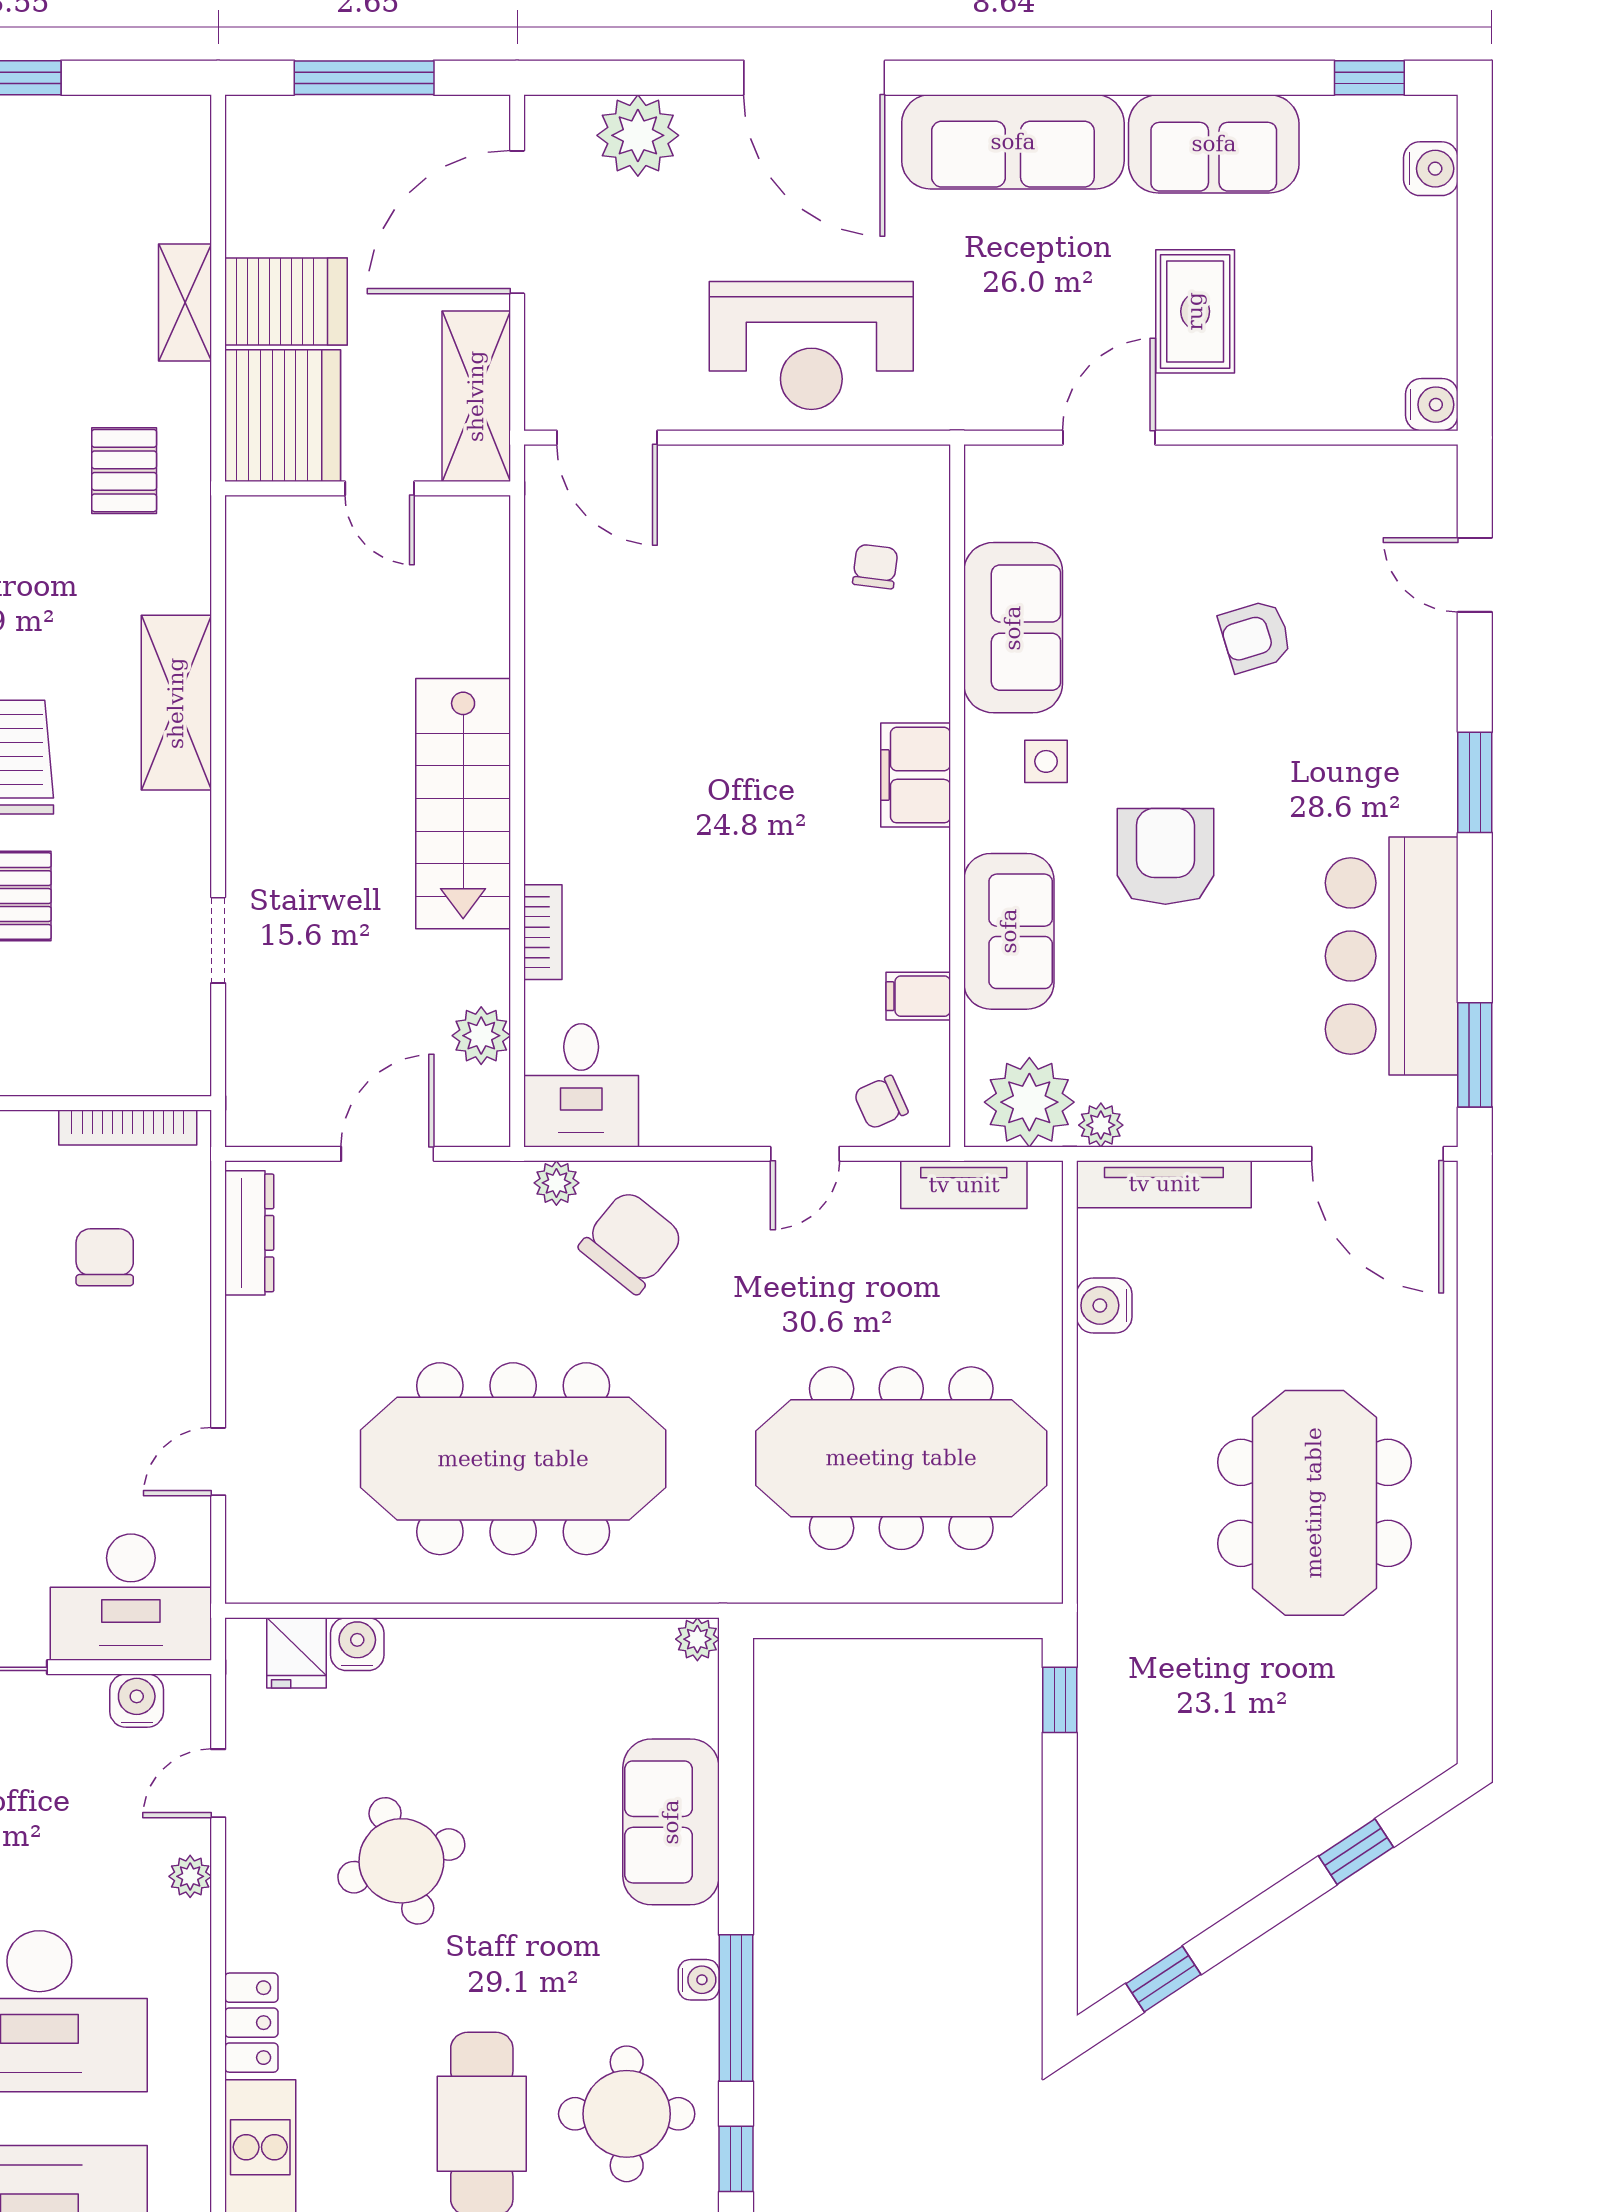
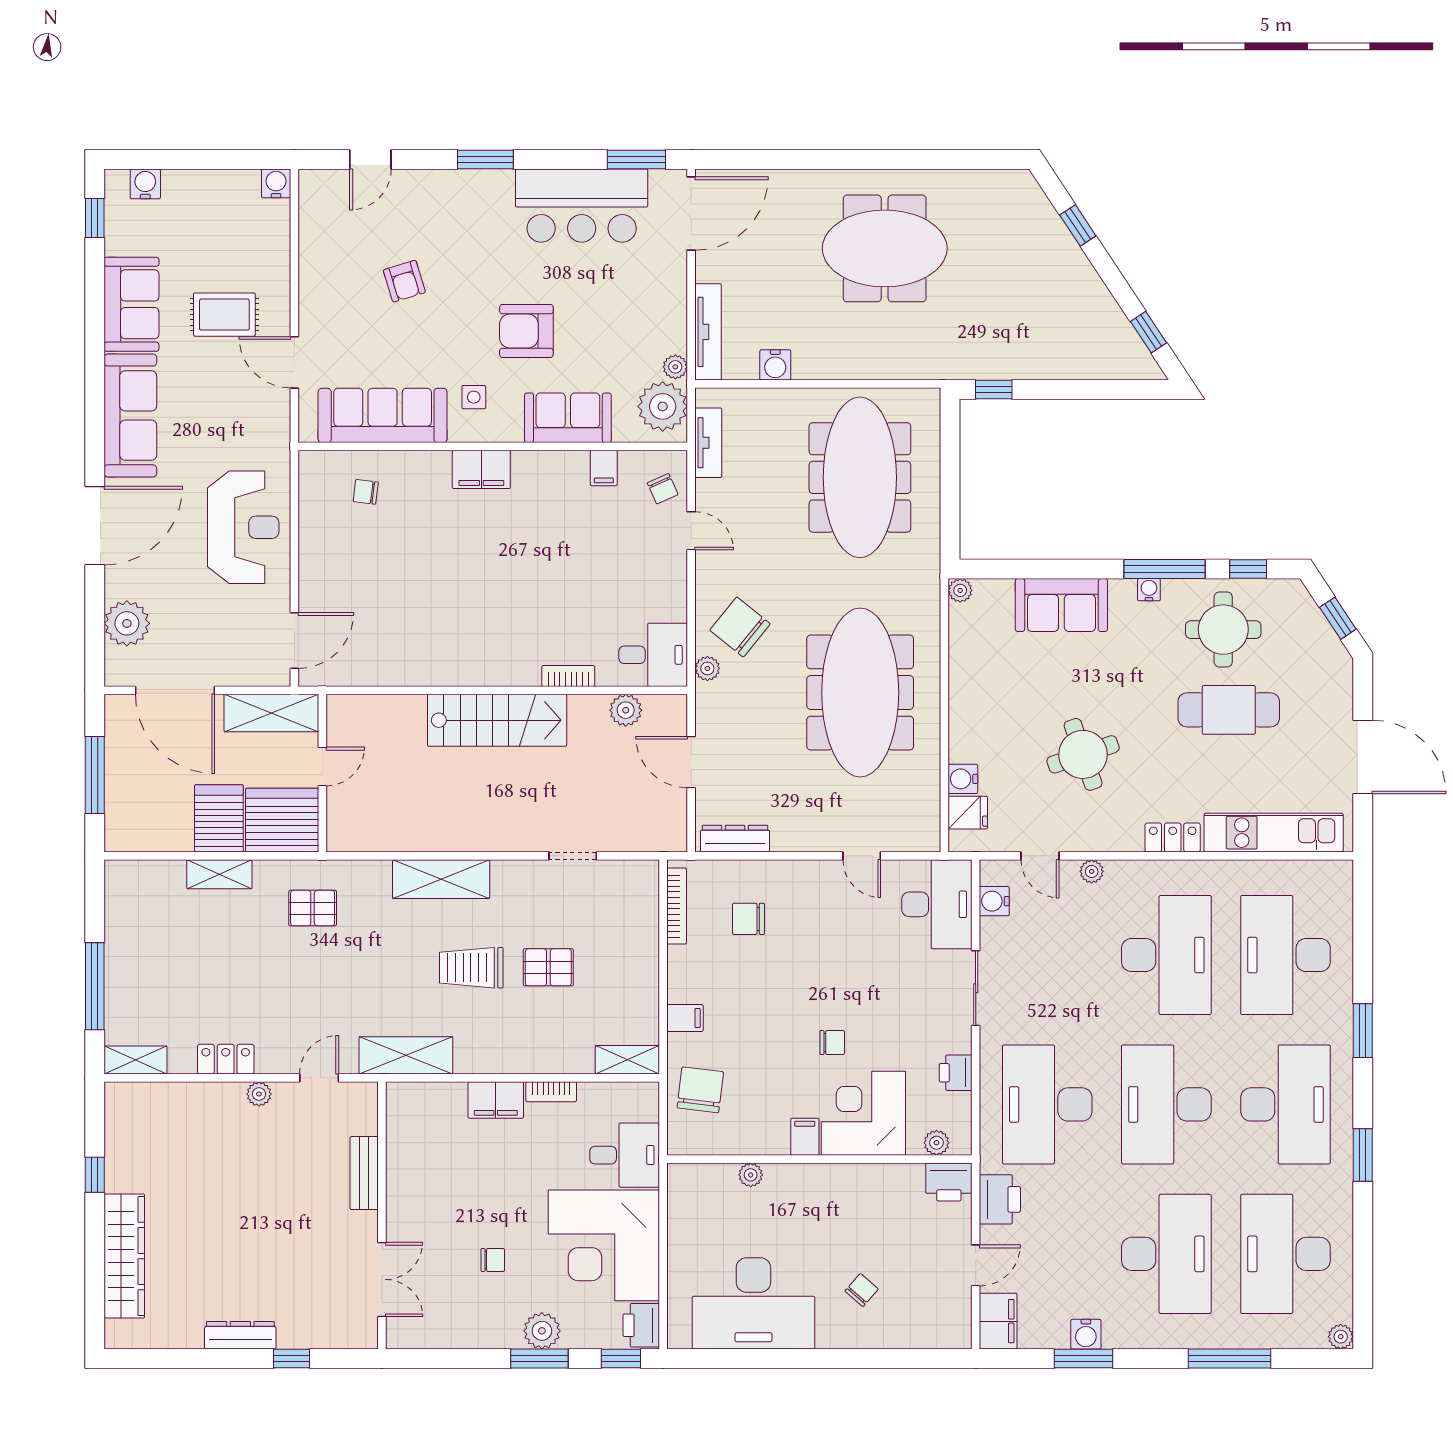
sofa: (1013, 628) -> (383, 415), width x1.36

